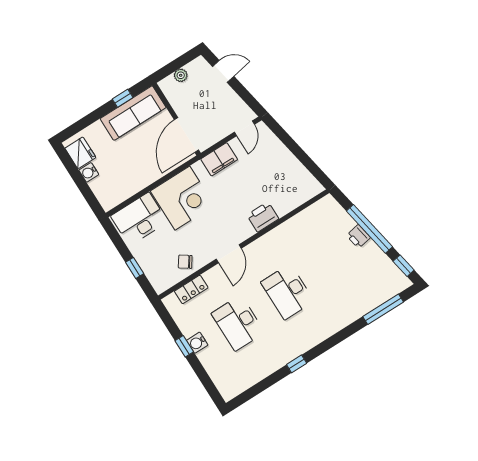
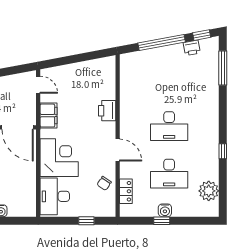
printer: (358, 236) -> (192, 48), moved
plant: (246, 375) -> (209, 191), added

